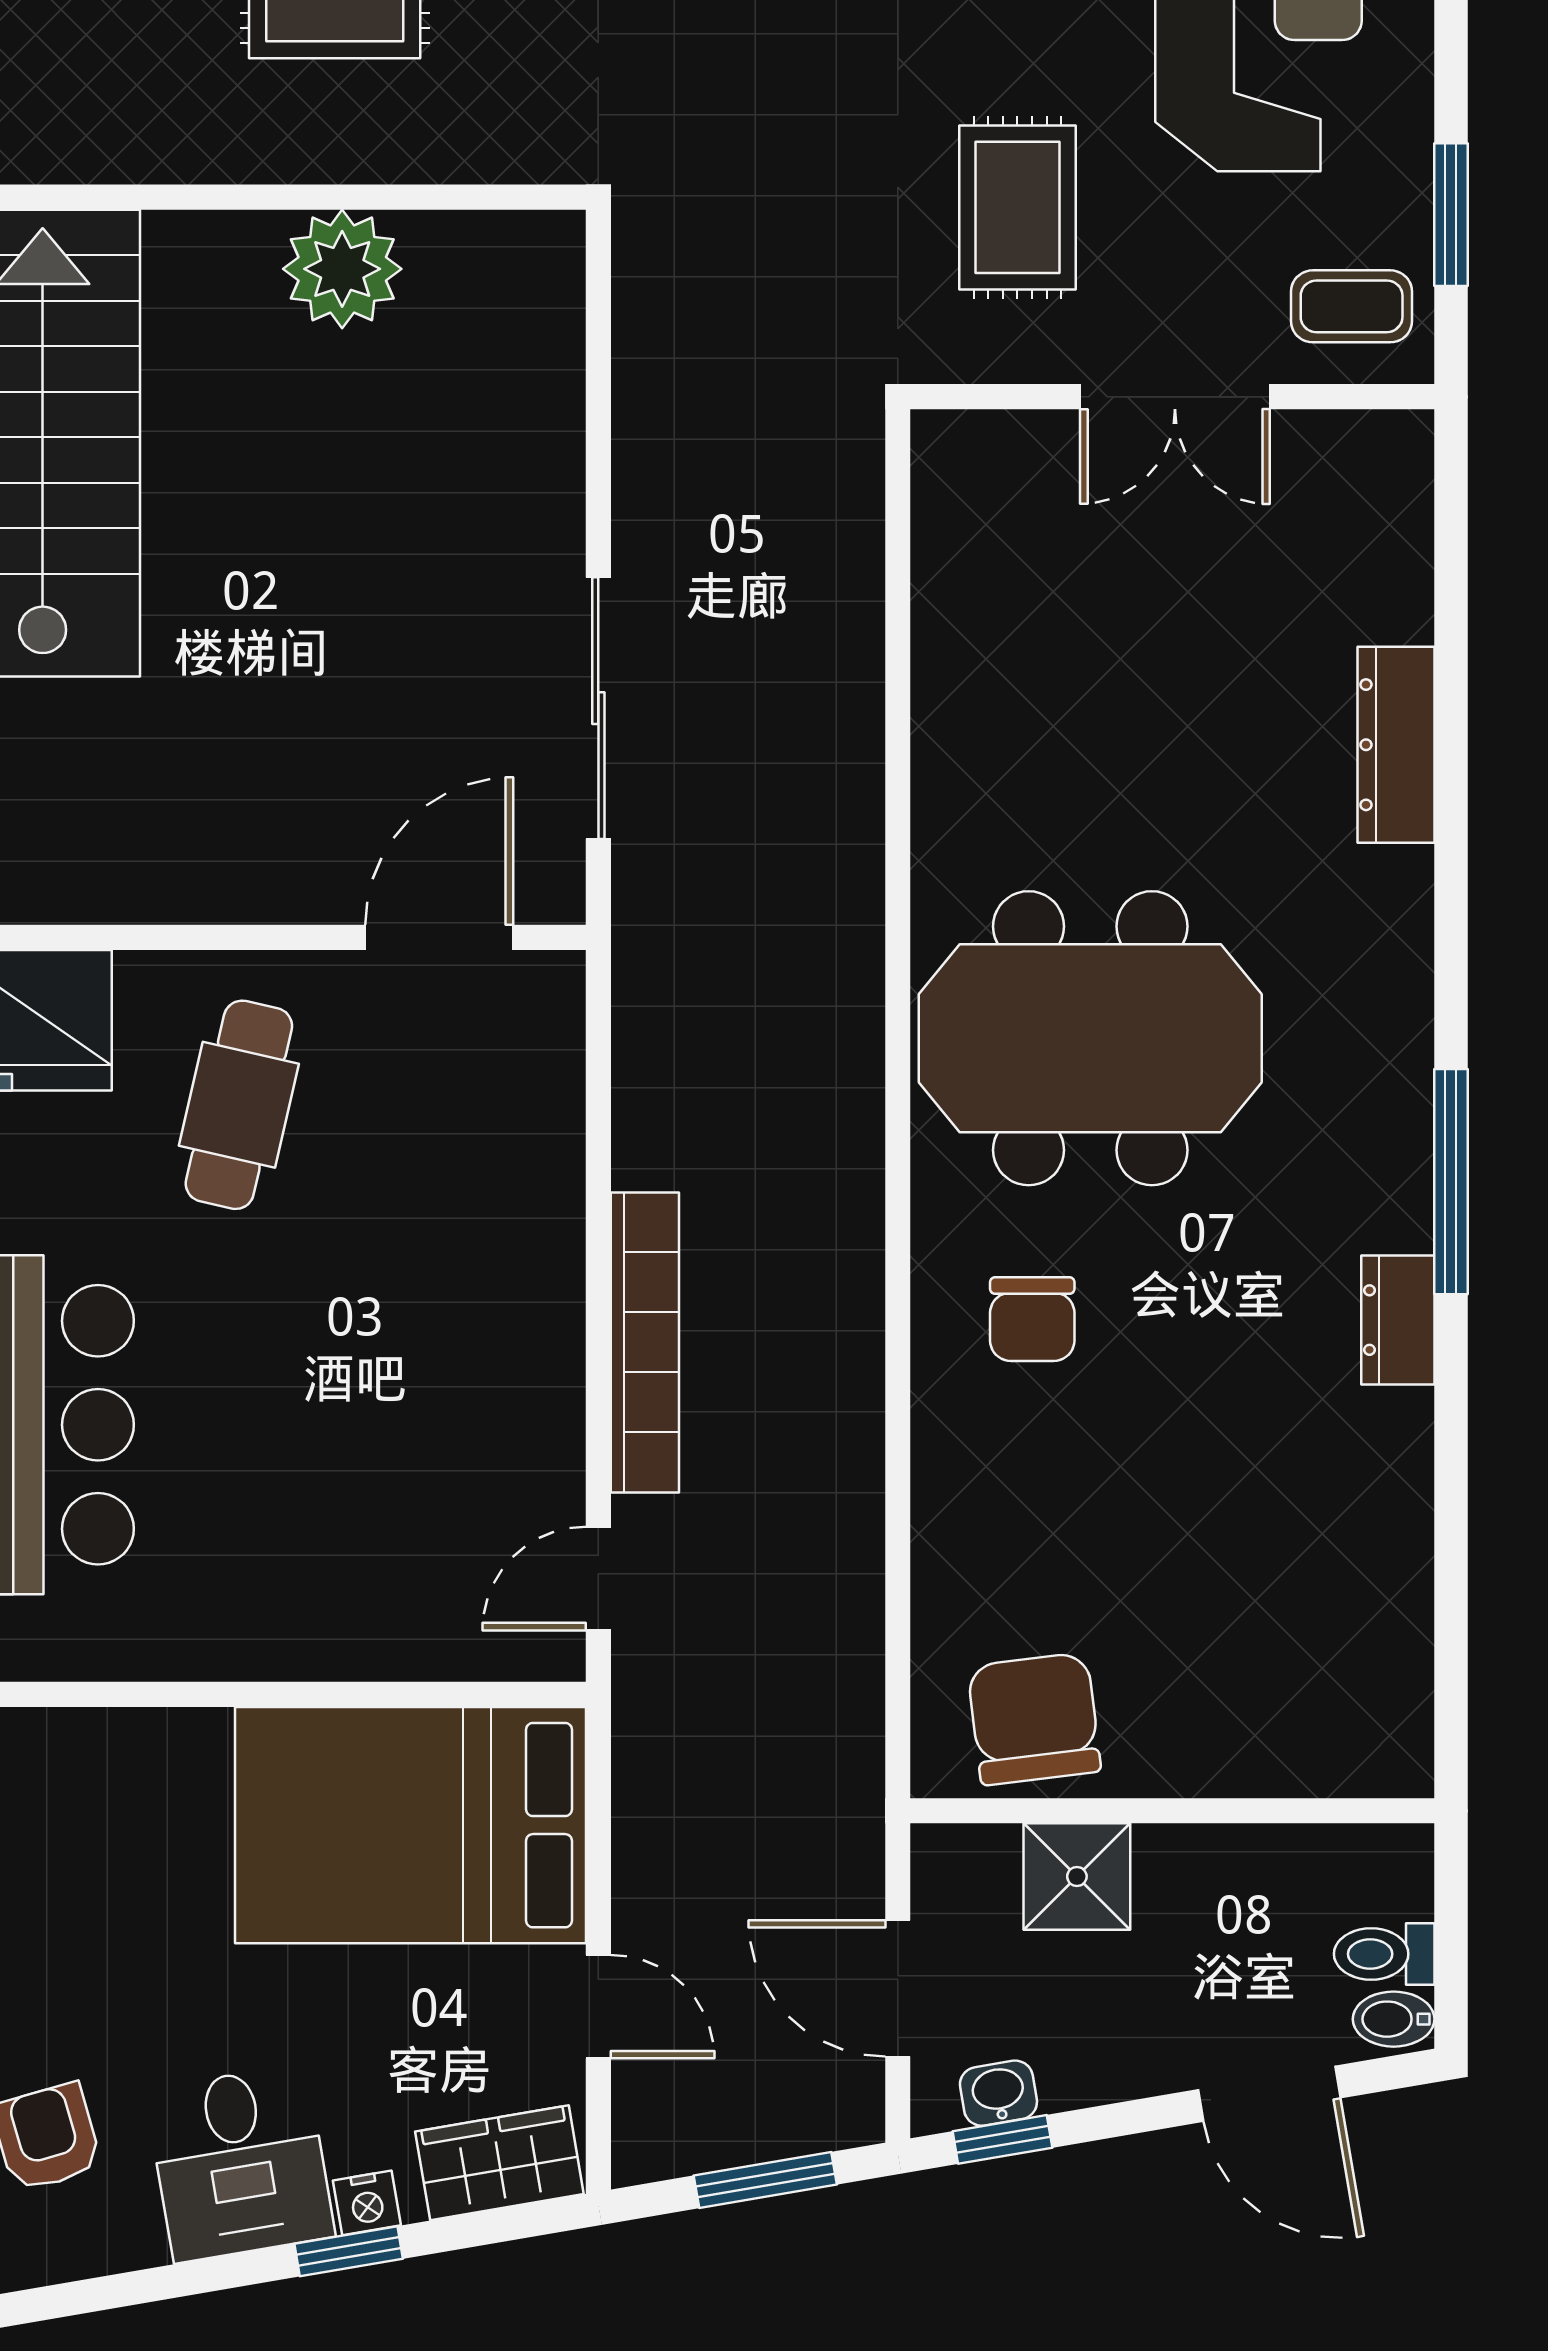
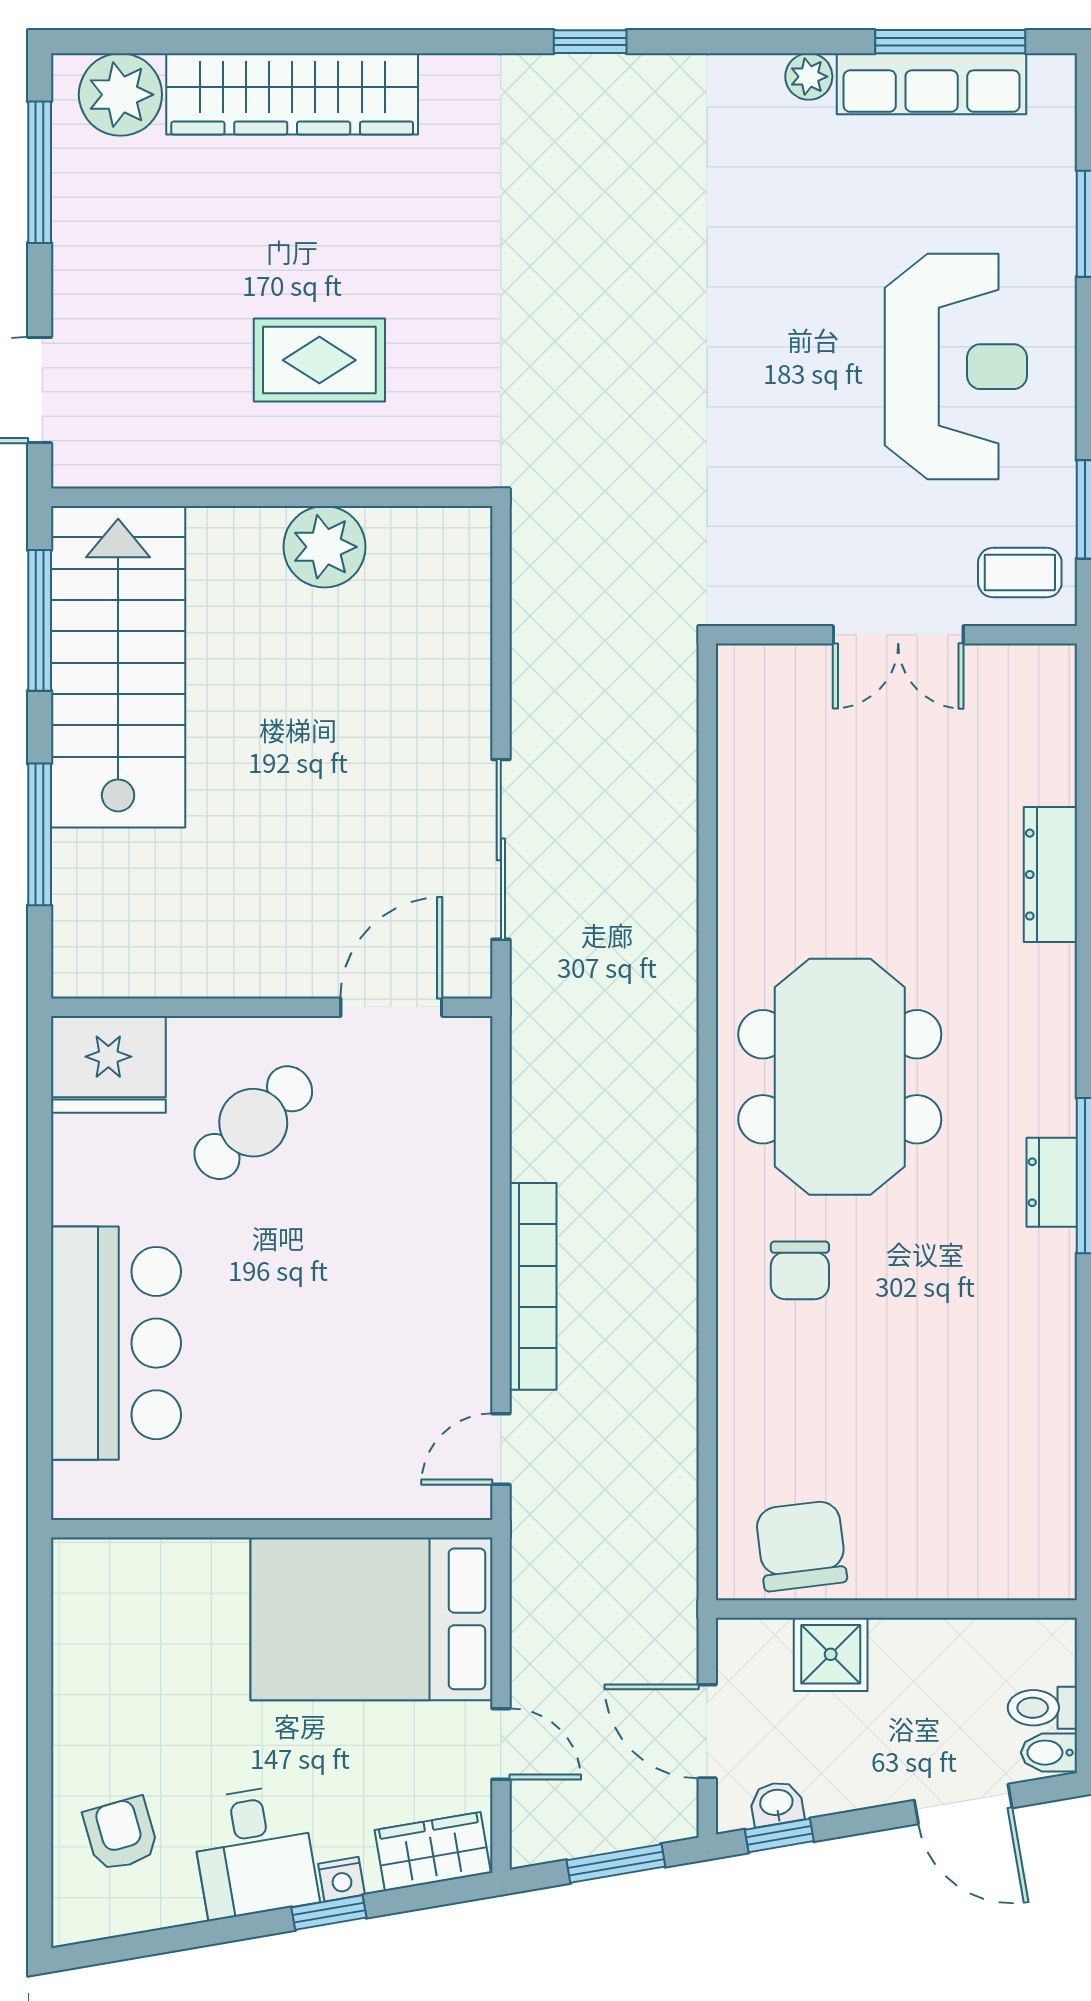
rug: (1017, 207) -> (790, 504), removed
meeting table: (1090, 1038) -> (840, 1077), turned 90
cafe table: (239, 1105) -> (253, 1123), turned 34
dresser: (1398, 1320) -> (1052, 1182), moved

